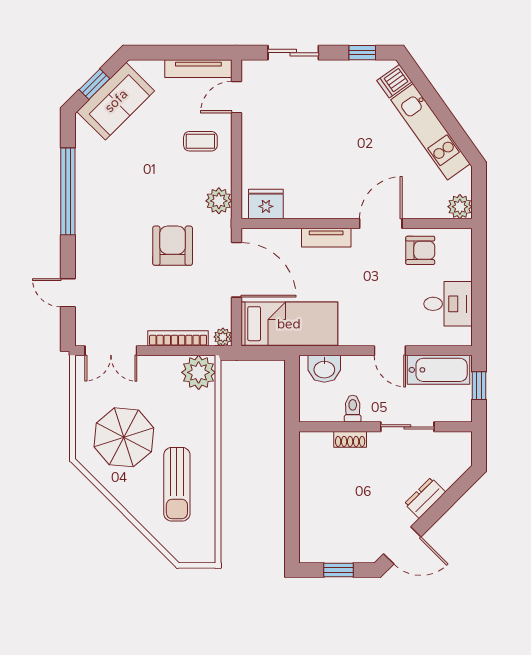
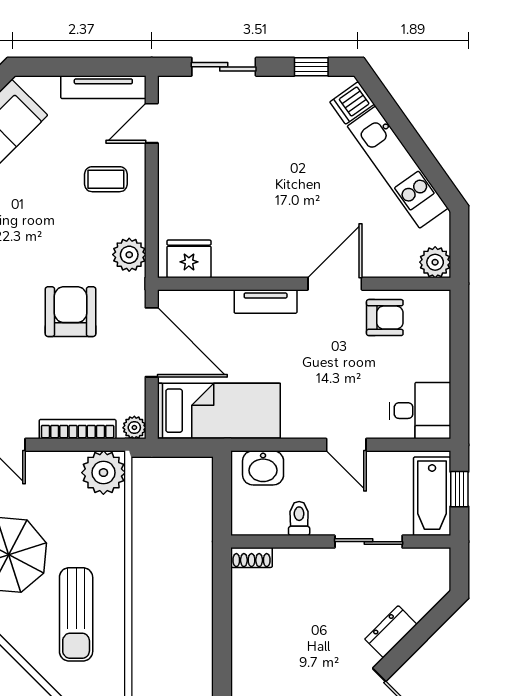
desk: (448, 304) -> (420, 411), moved
bathtub: (438, 370) -> (432, 496), moved, turned 90
shoe rack: (350, 439) -> (252, 557), moved

